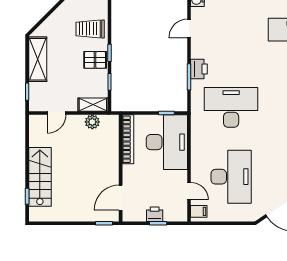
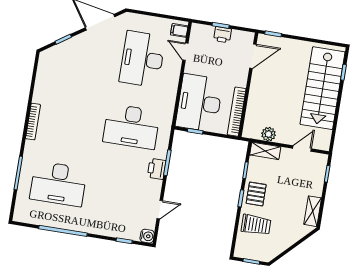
shelving: (38, 59) -> (313, 211), width x0.67, depth x0.75
pallet: (95, 60) -> (256, 194), turned 90
stairs: (40, 177) -> (323, 88), width x1.36, depth x1.51

